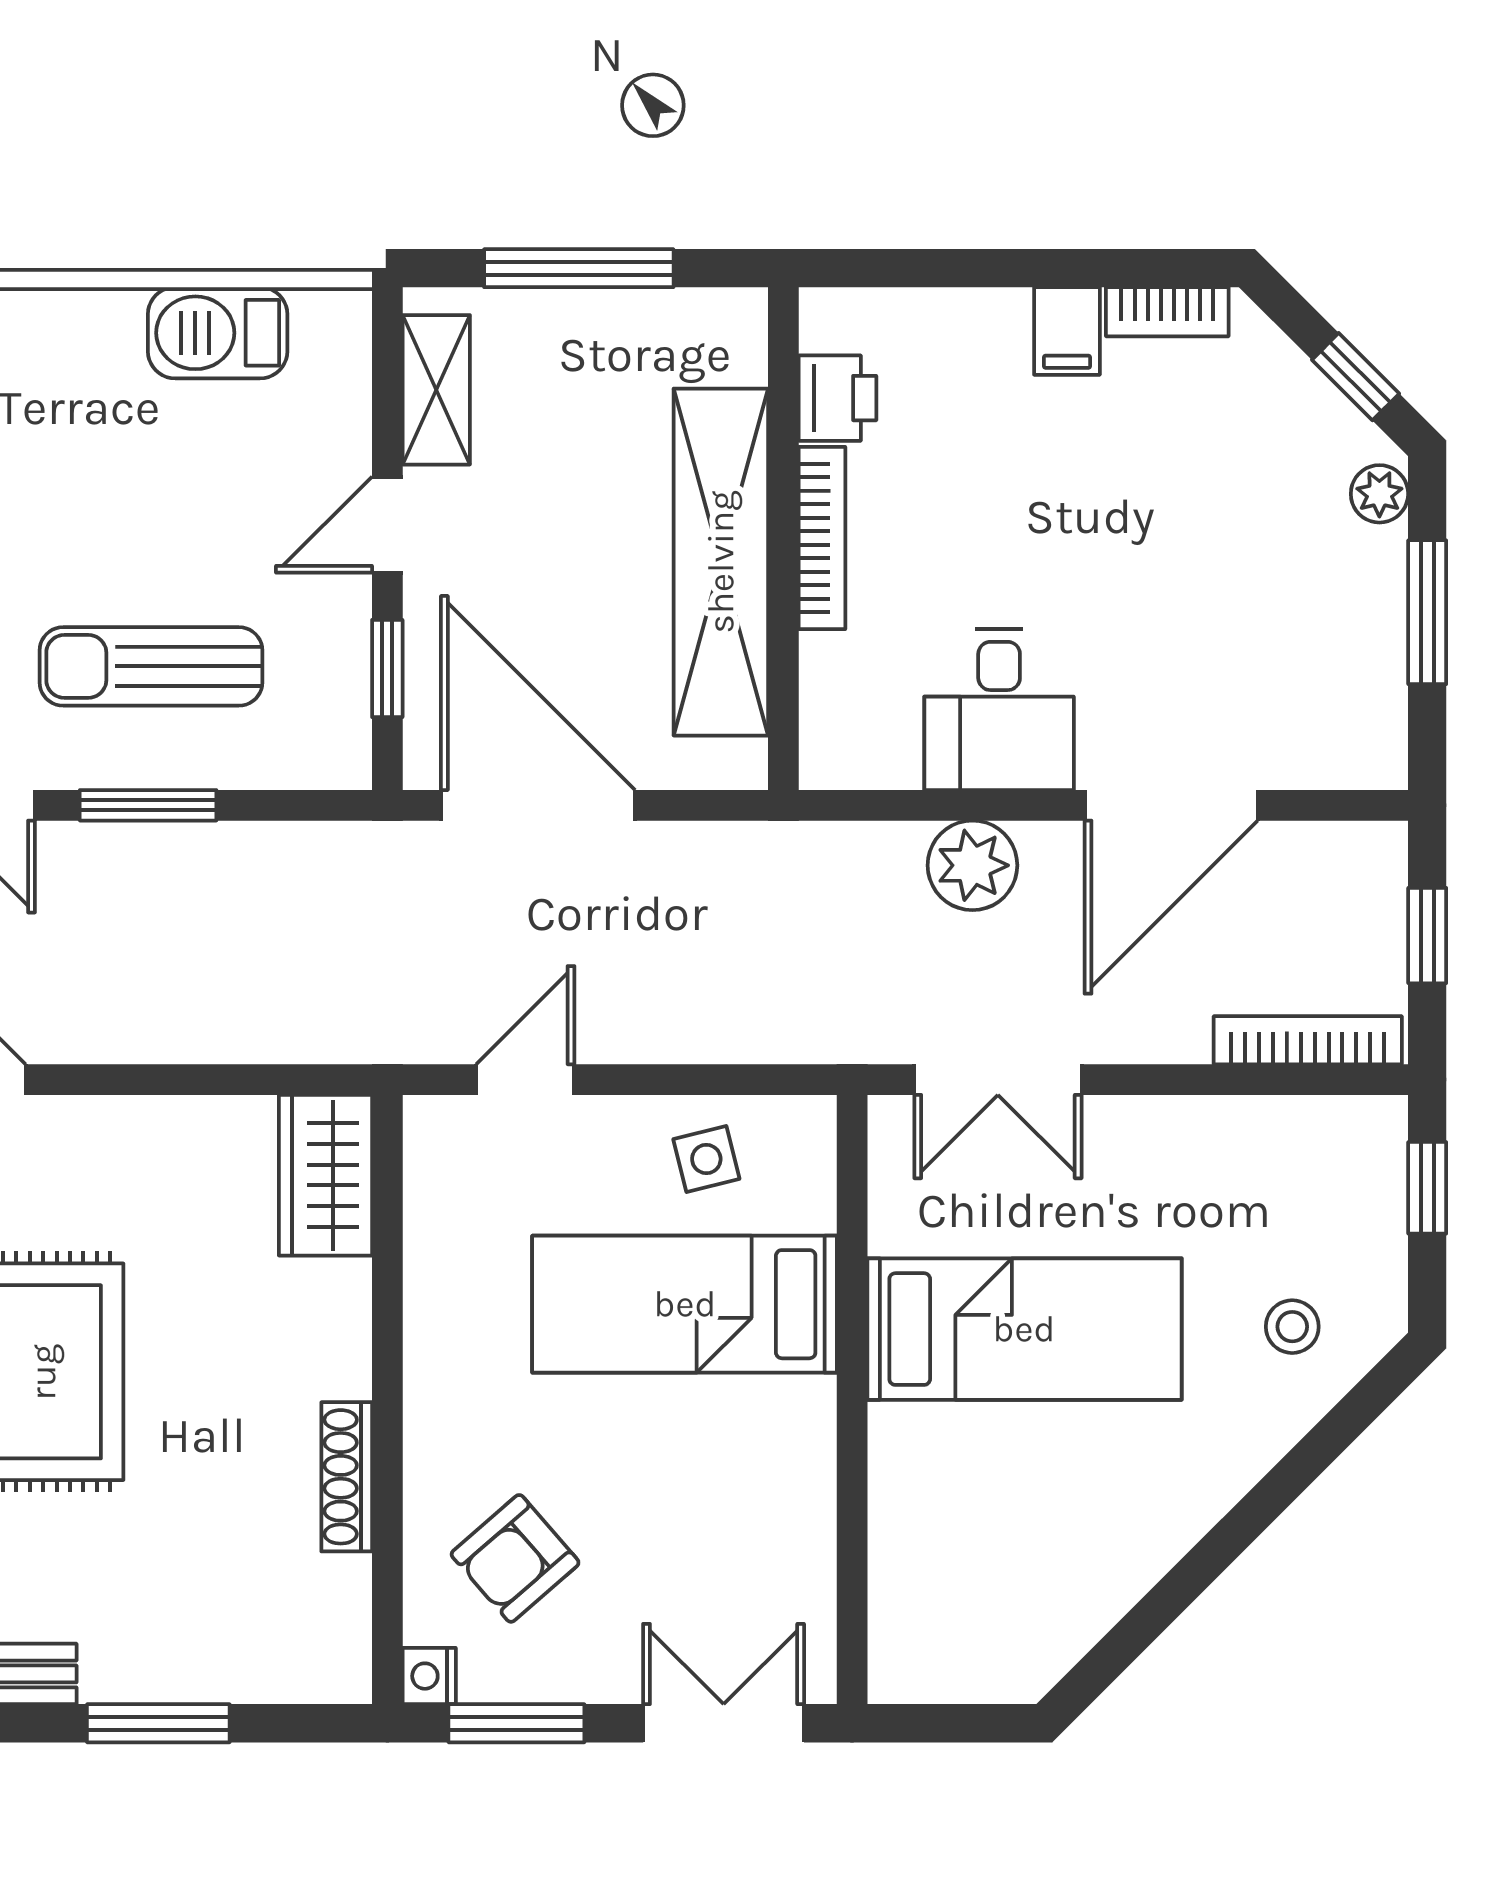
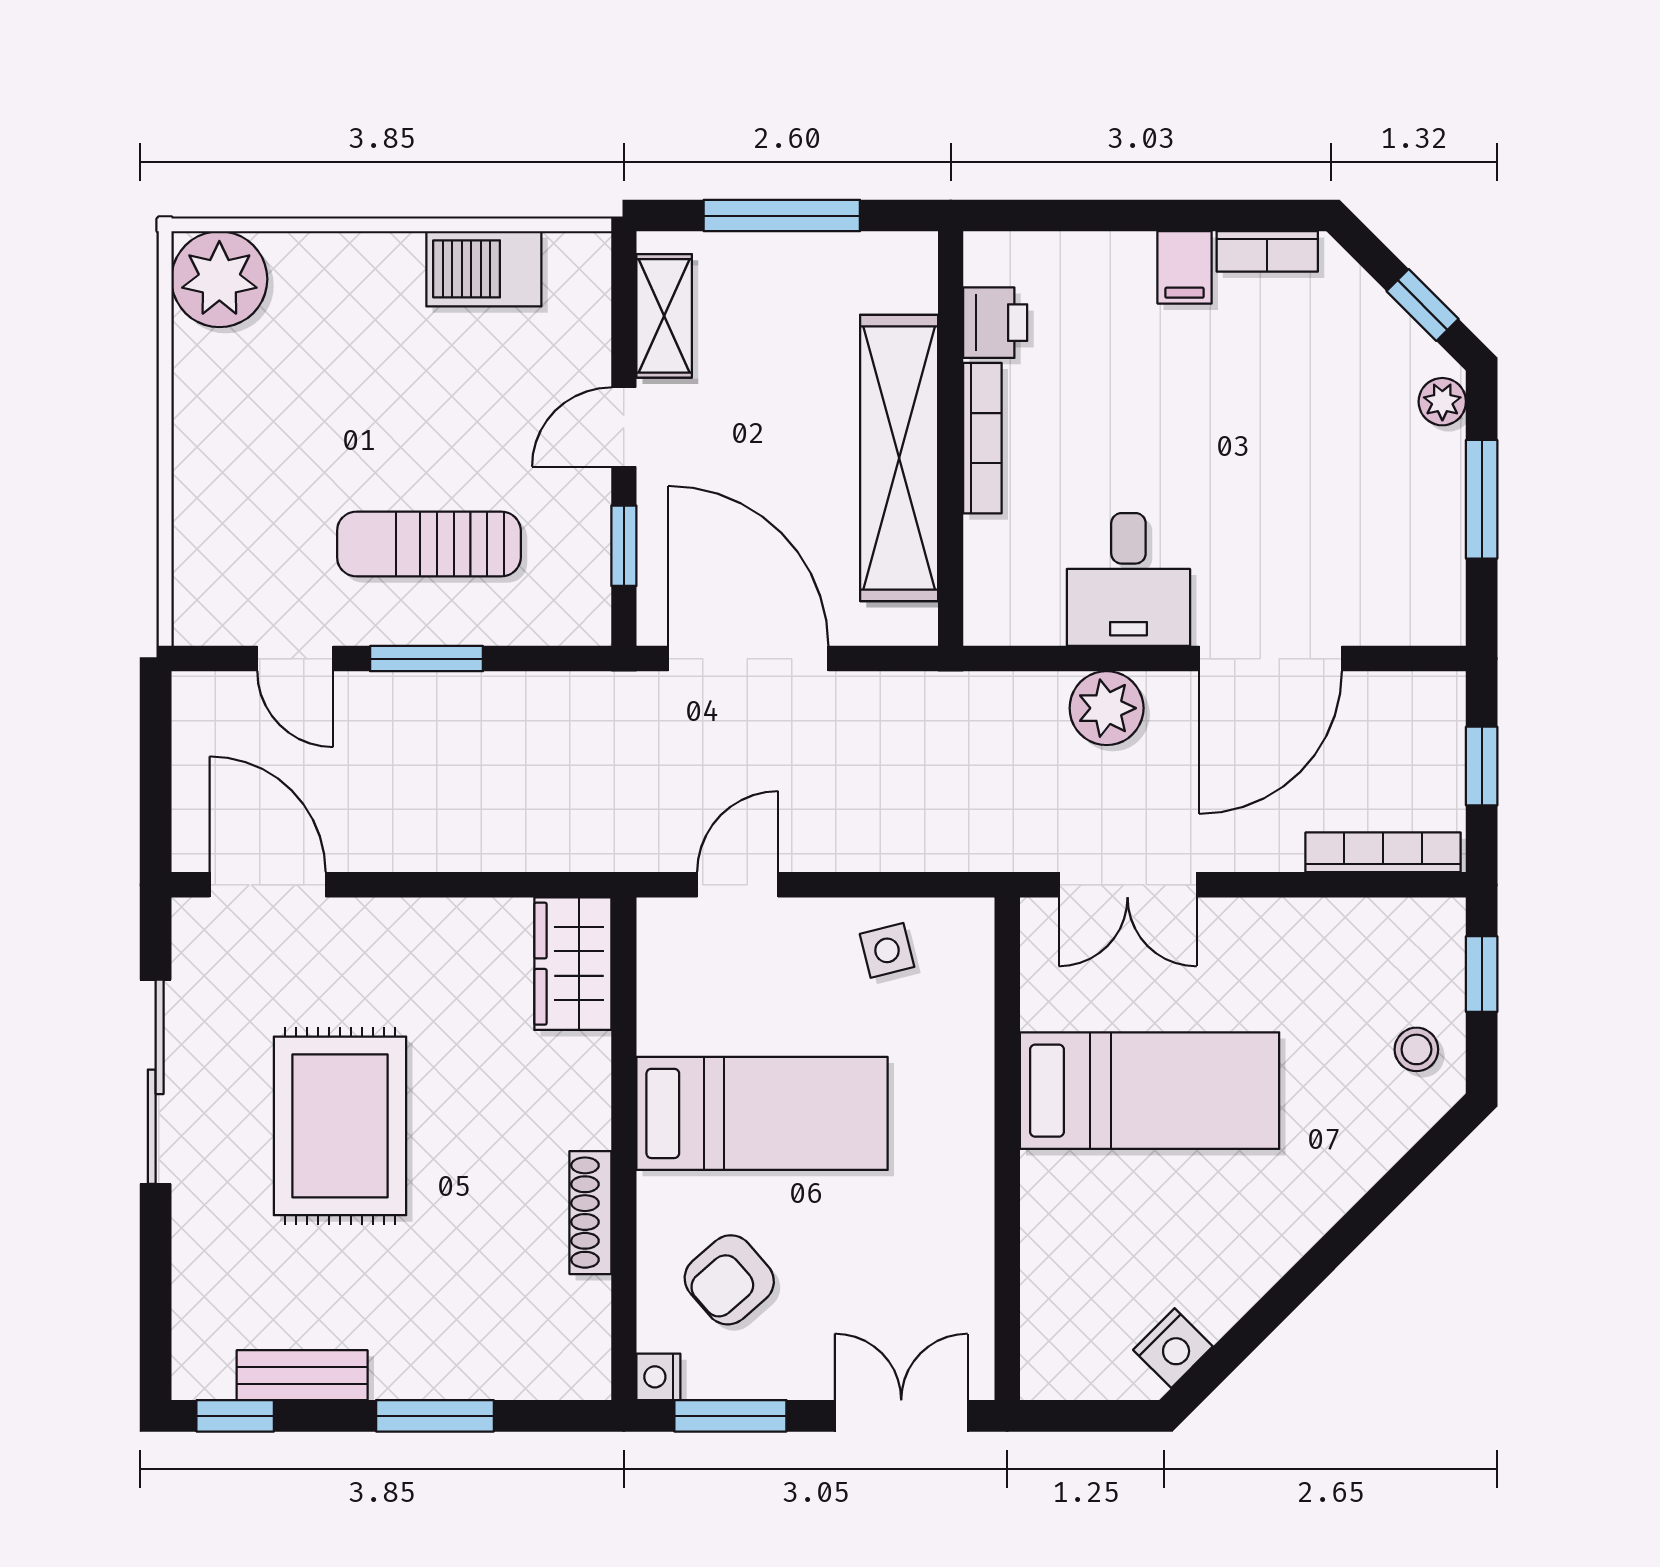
bed: (685, 1304) -> (762, 1113), moved, turned 180
stool: (1292, 1327) -> (1416, 1049), moved
nightstand: (1053, 1641) -> (1173, 1348), added

